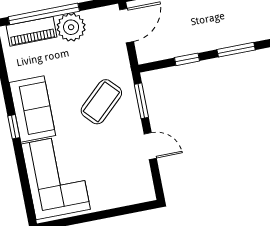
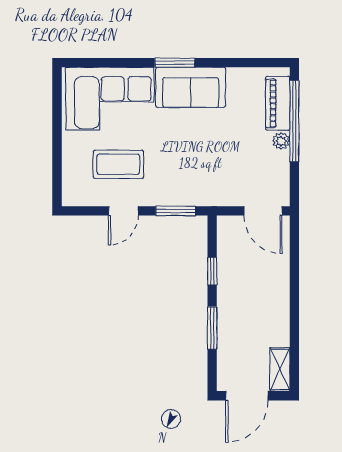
plant: (71, 27) -> (281, 141), width x0.53, depth x0.53
coffee table: (101, 102) -> (118, 164), moved, turned -47
window: (14, 127) -> (175, 63), width x1.50

